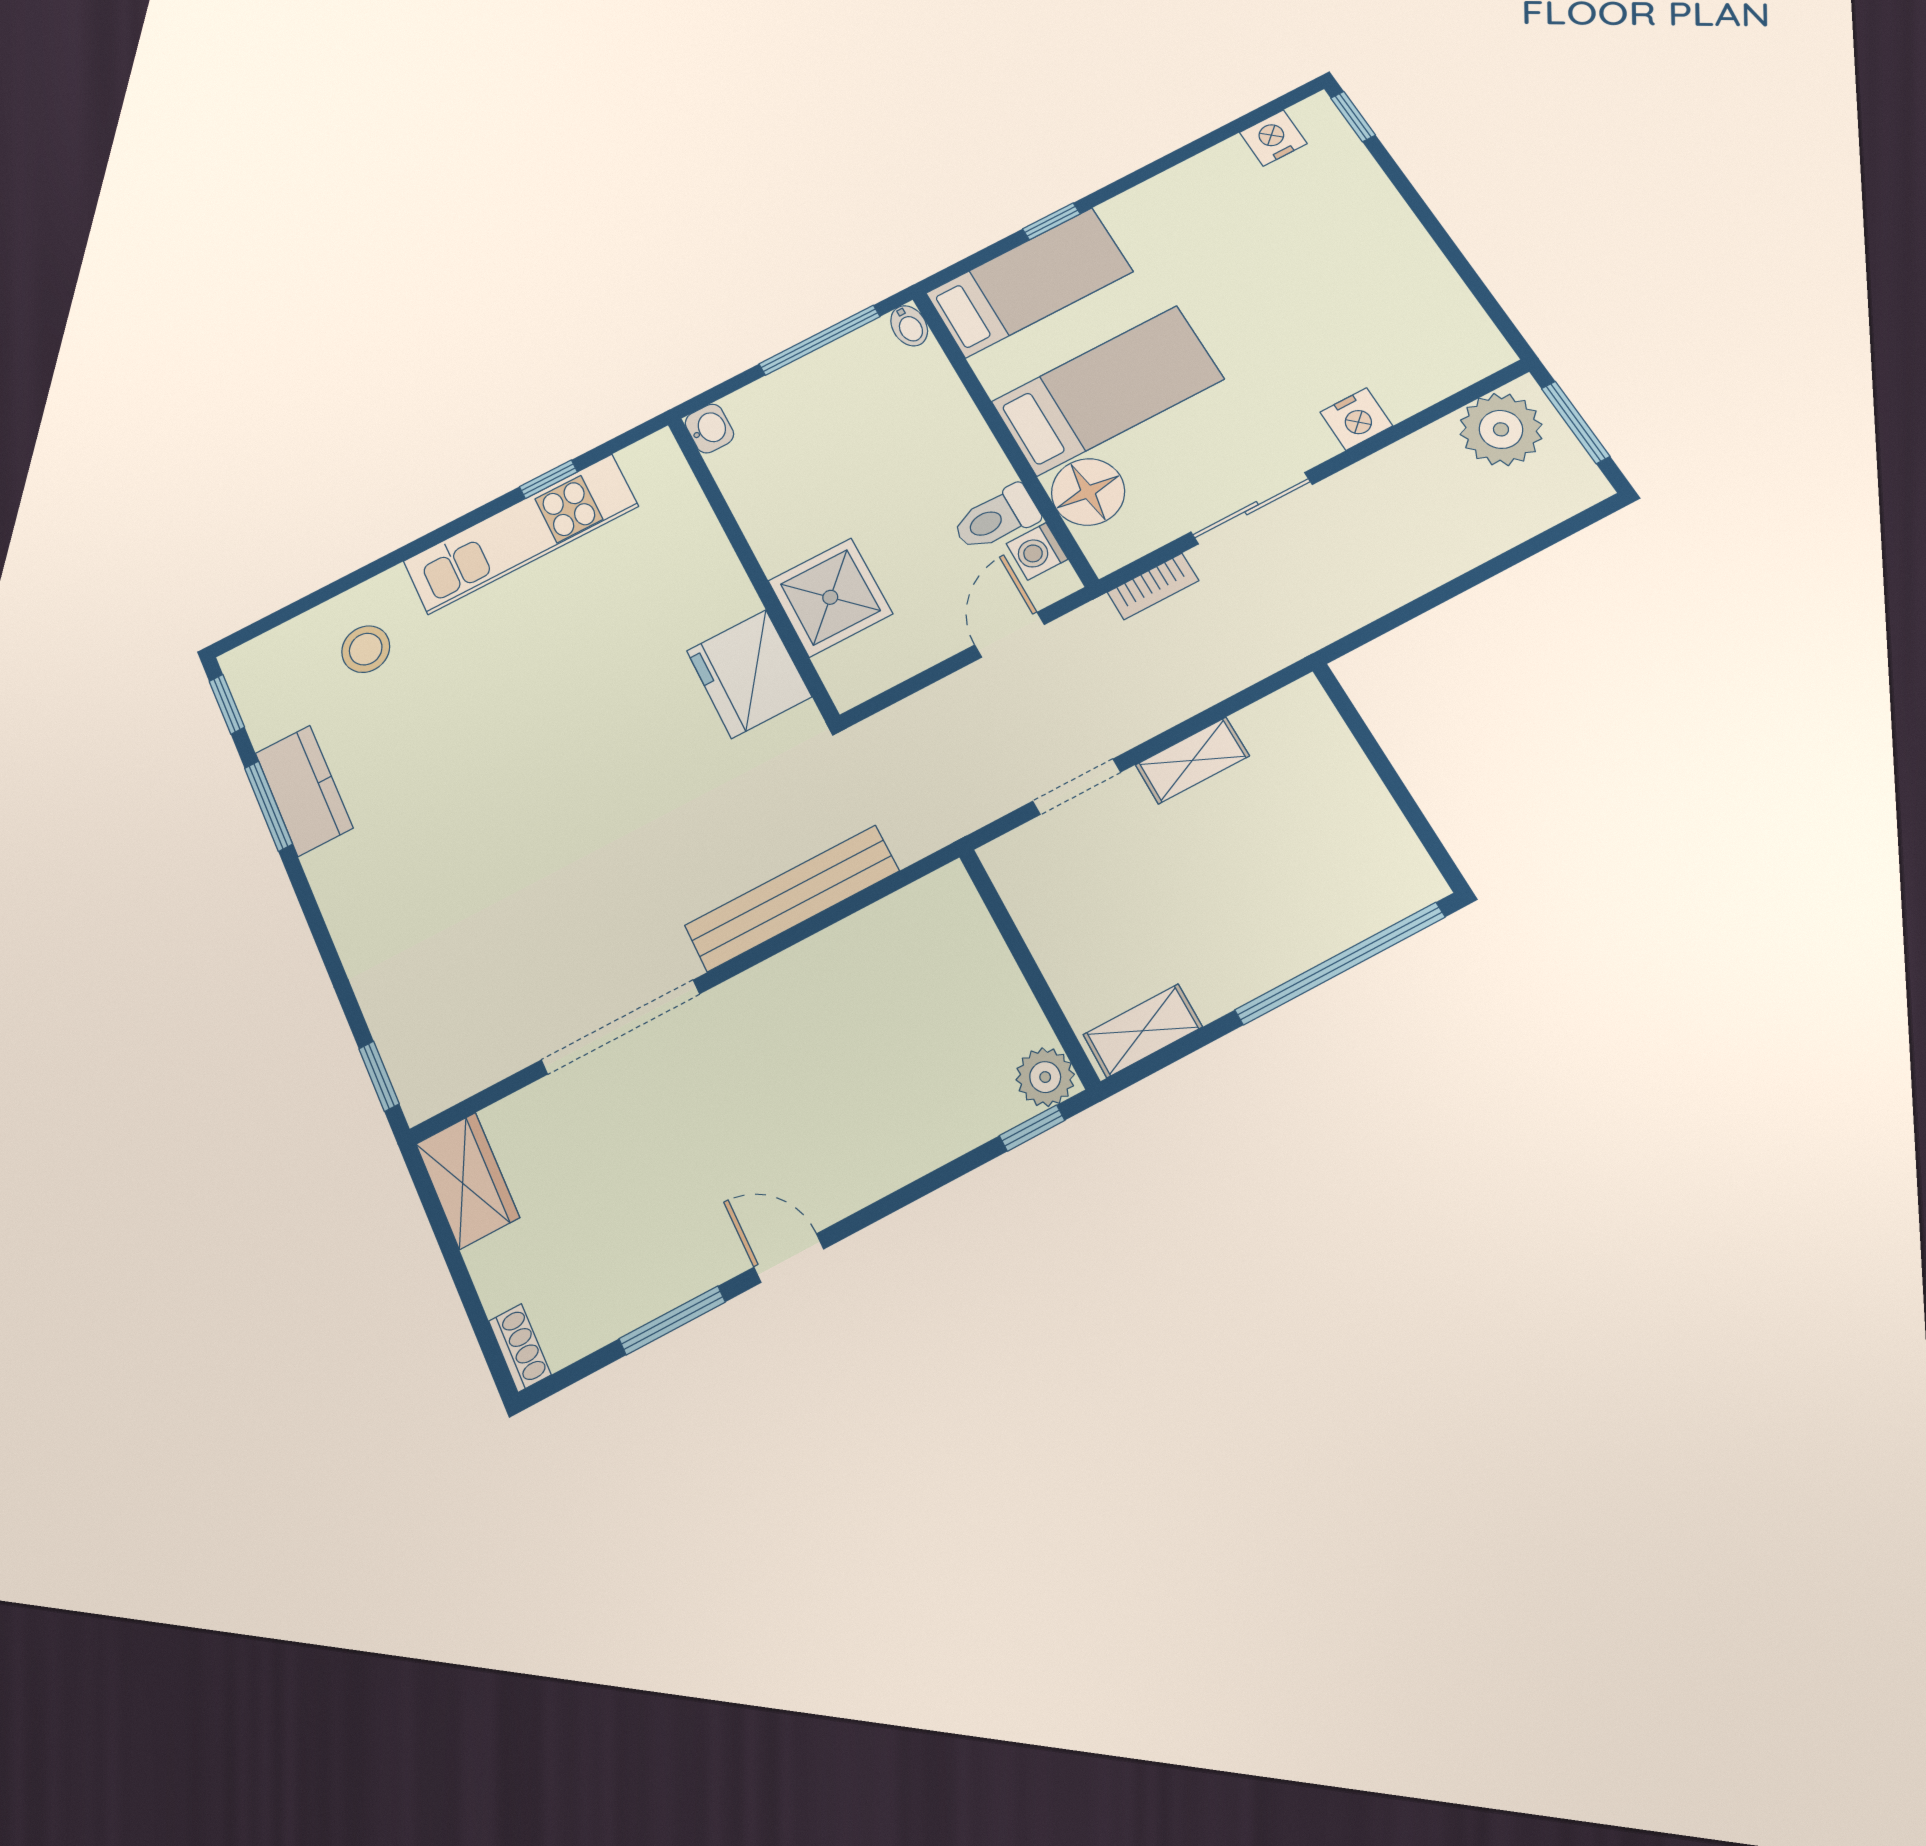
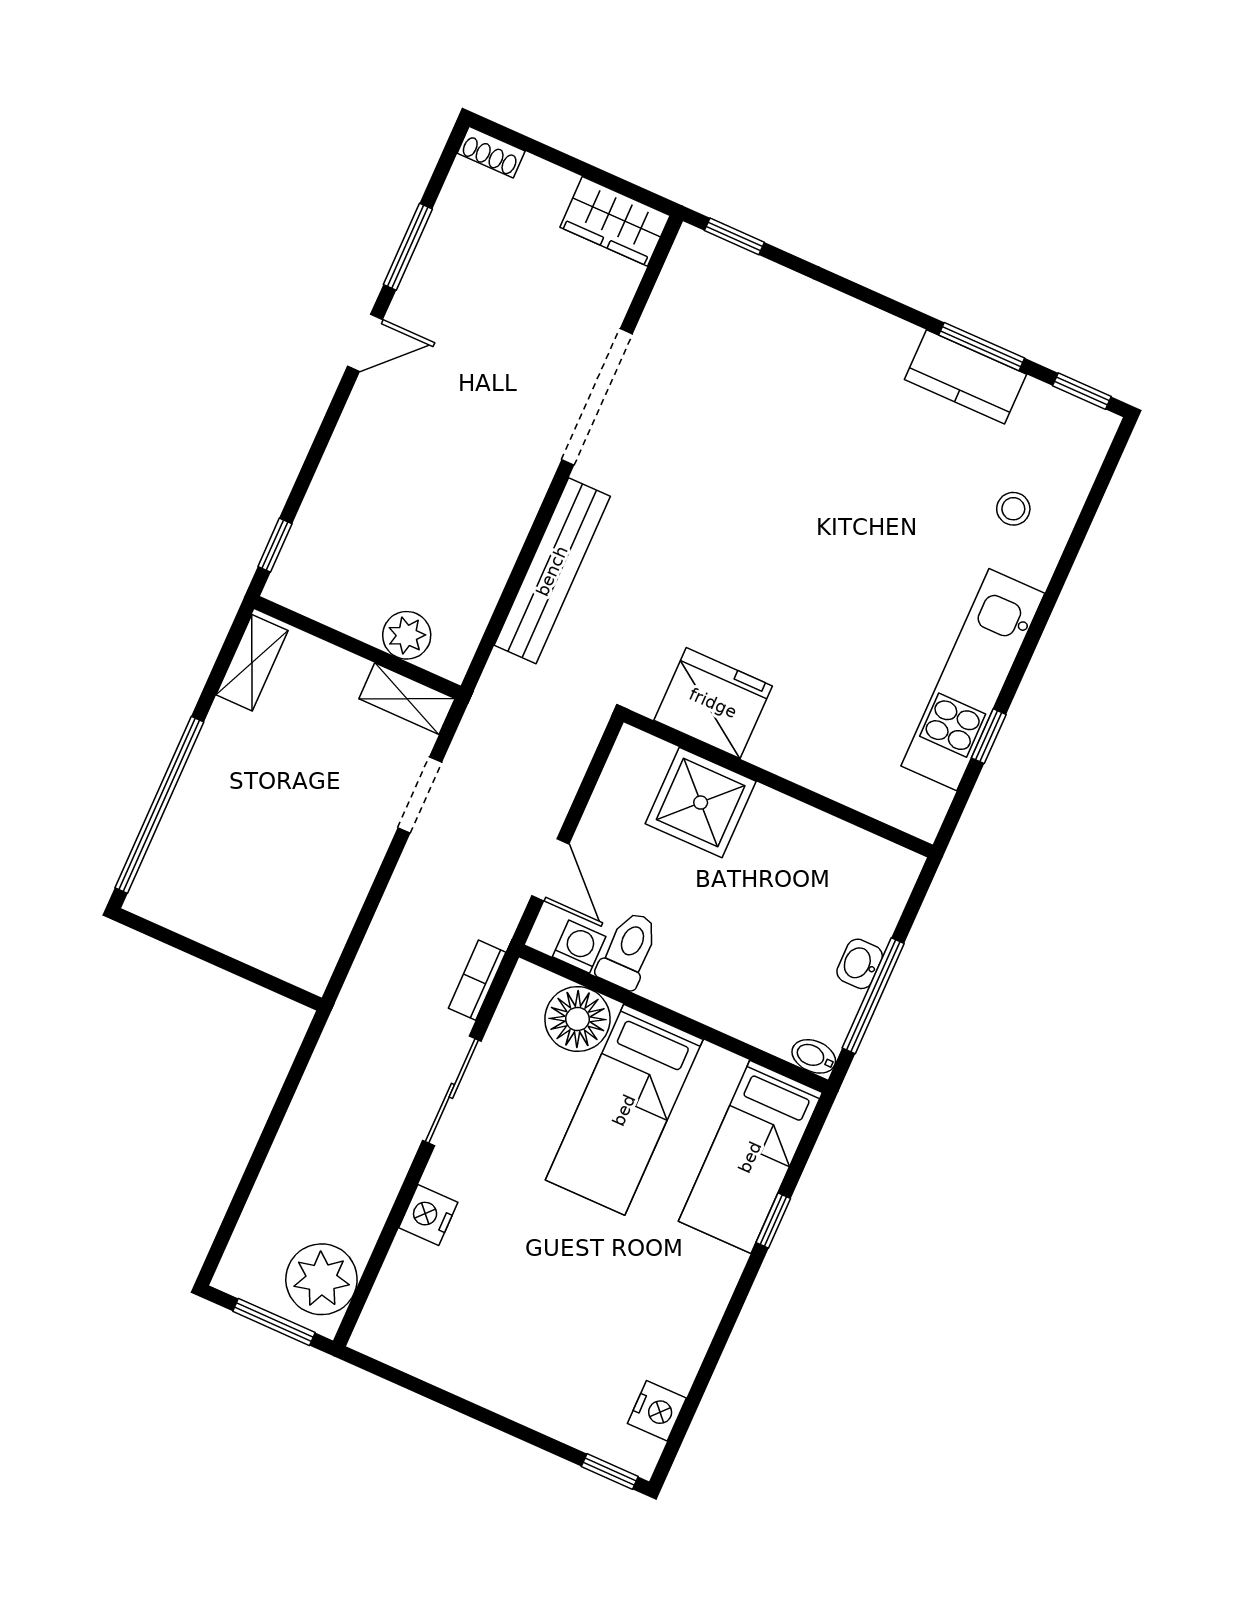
washbasin: (709, 429) -> (860, 964), moved, turned 90
stool: (366, 649) -> (1013, 509), width x0.73, depth x0.73
shelving: (1192, 760) -> (407, 699), moved, turned 90
plant: (1045, 1077) -> (407, 635), moved

